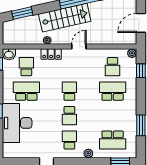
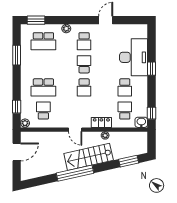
door: (79, 47) -> (75, 130), hinge flipped
school desk: (26, 67) -> (125, 111), turned 180
school desk: (26, 91) -> (125, 87), width x0.54
school desk: (113, 140) -> (43, 41), turned 180

